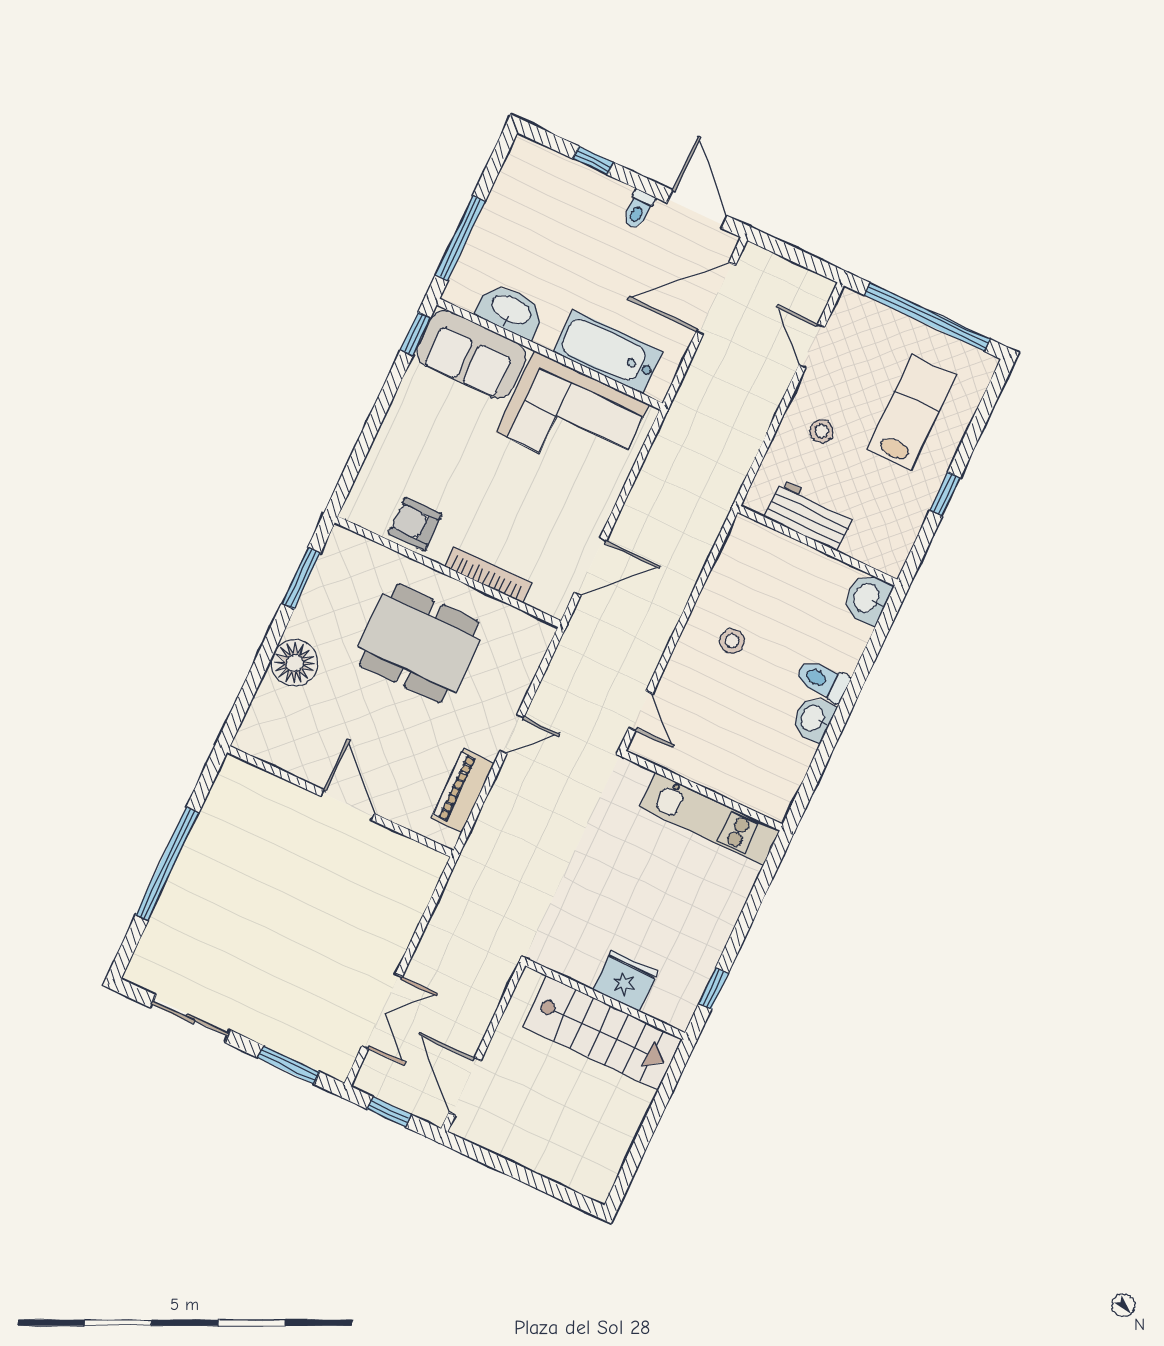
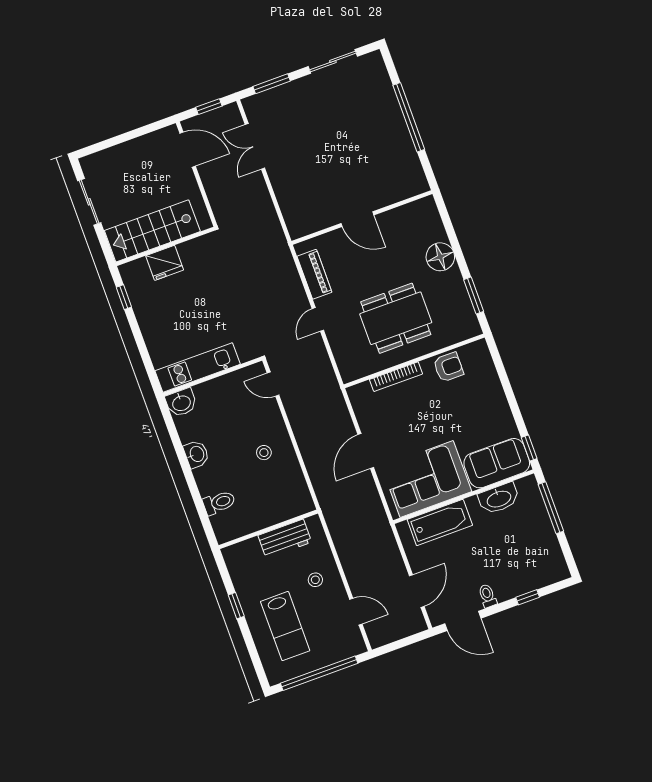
door: (716, 298) -> (417, 591), width x0.73
door: (590, 566) -> (366, 451), moved
washbasin: (867, 598) -> (181, 403), moved, turned 90
toilet: (822, 680) -> (219, 503), moved
sliding door: (642, 1141) -> (89, 202), added

